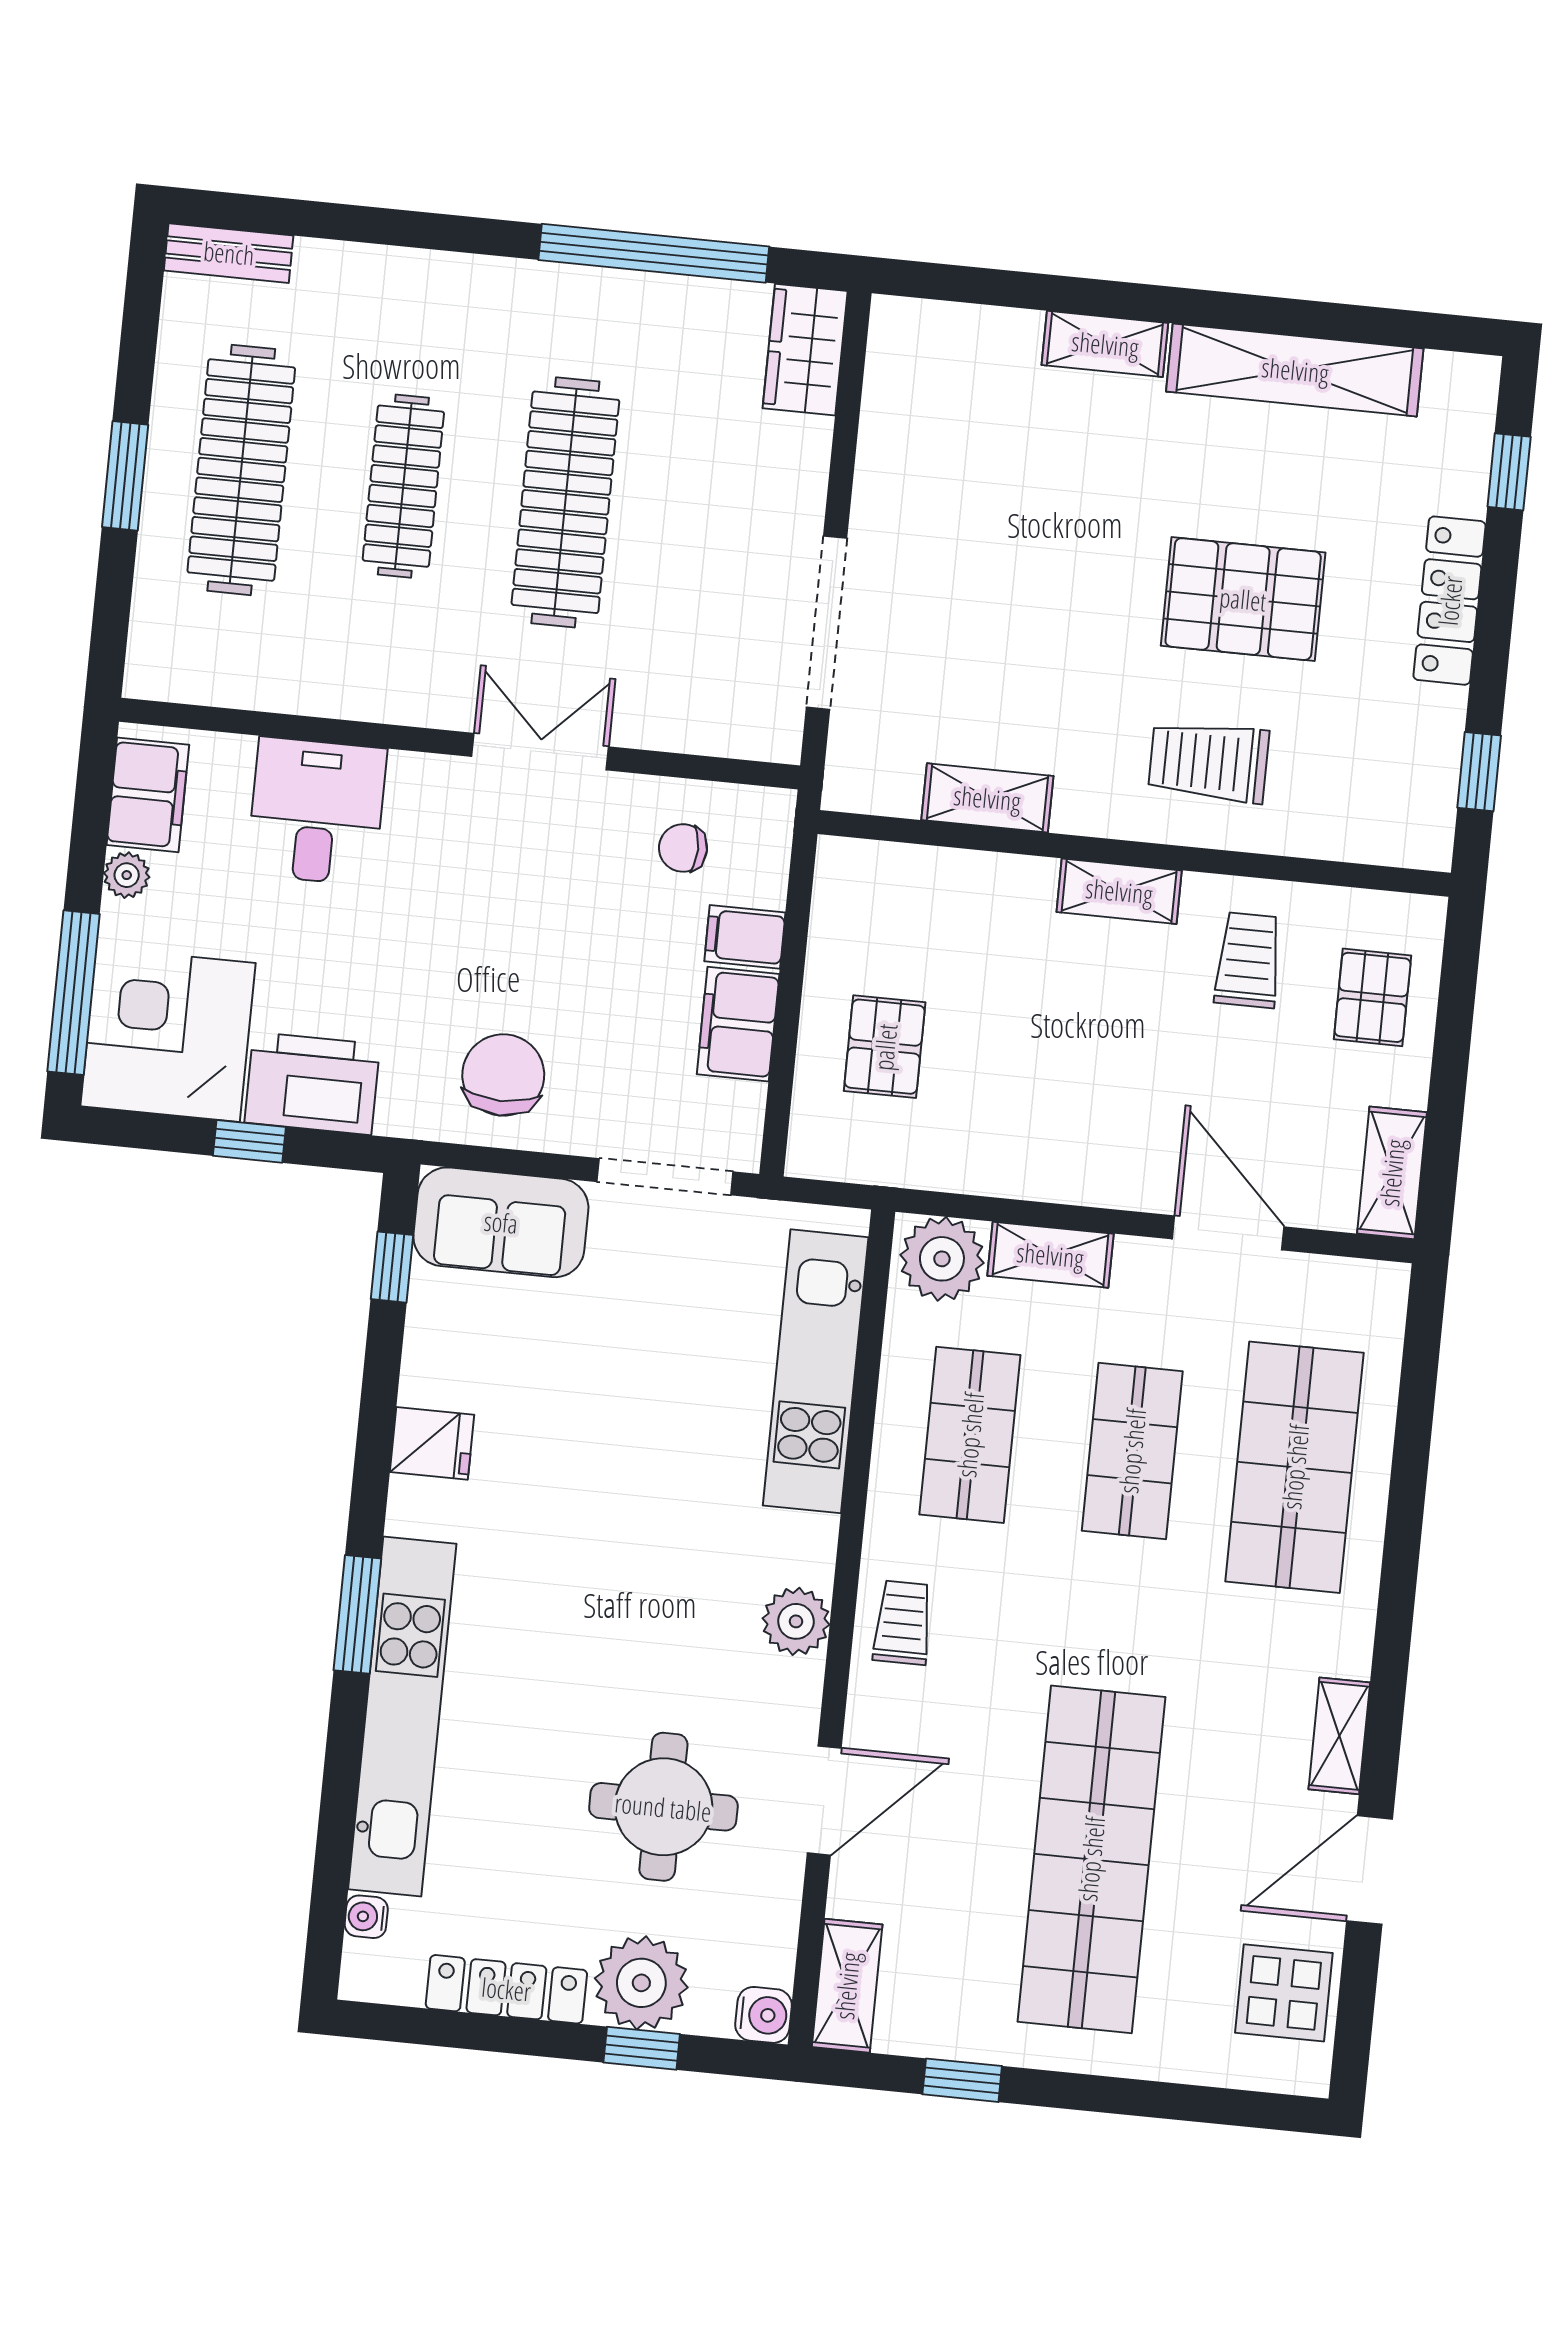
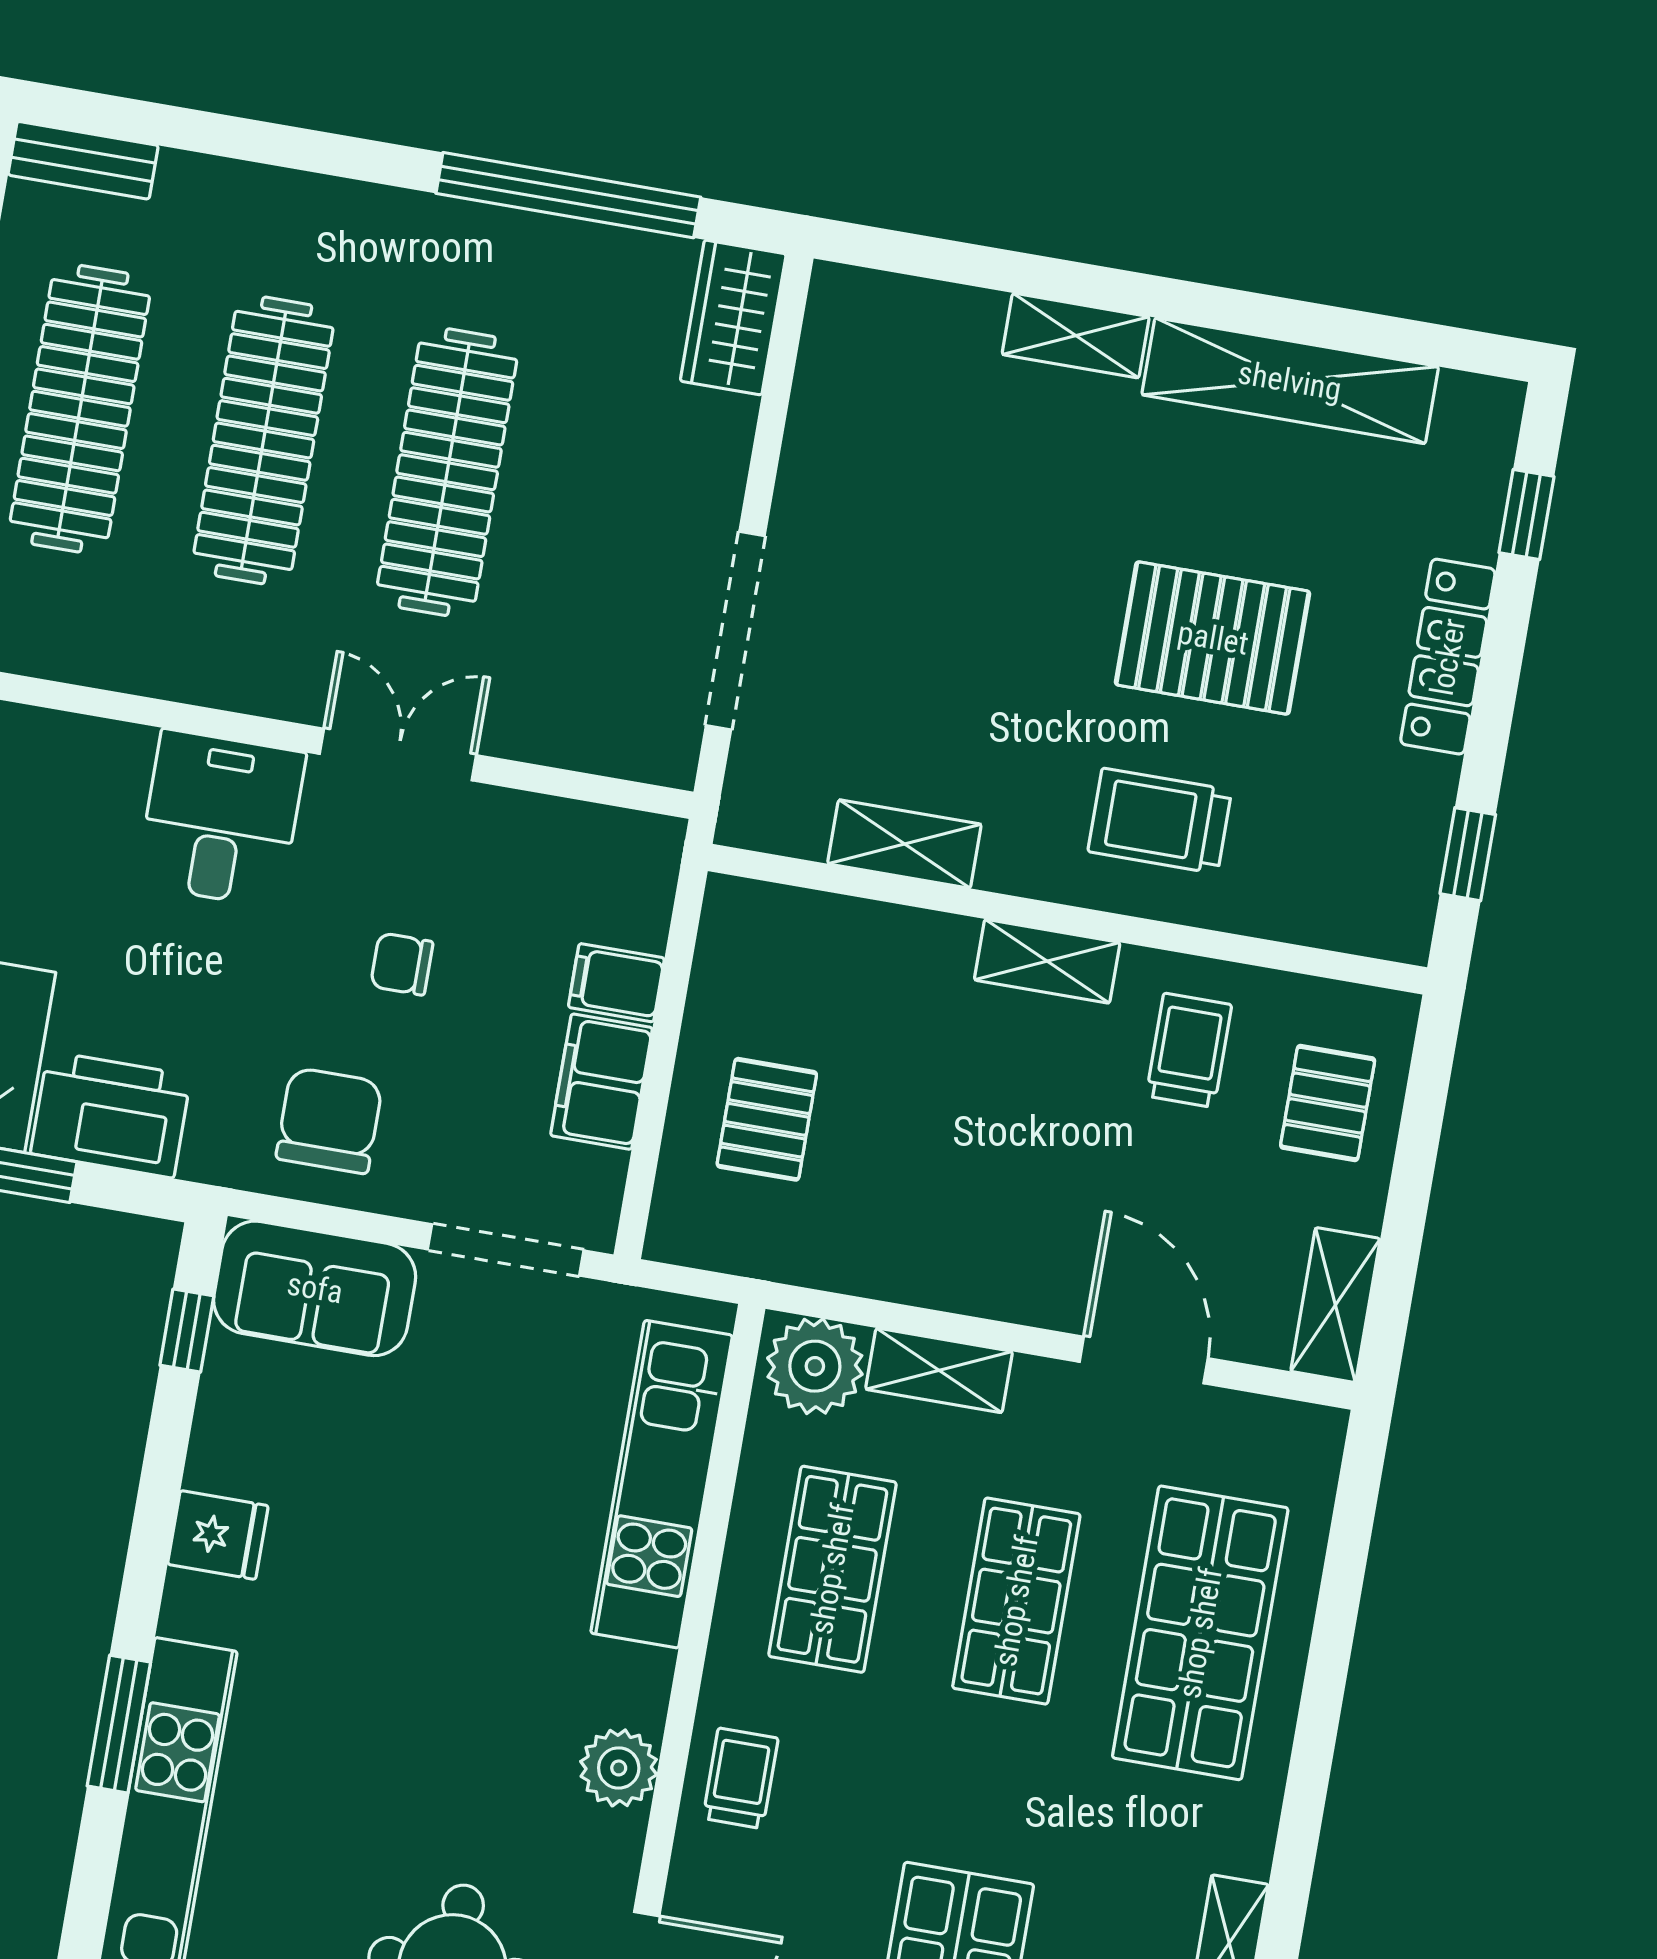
clothes rail: (403, 486) -> (264, 440), width x1.37, depth x1.31
desk: (317, 811) -> (221, 819), moved
chair: (683, 848) -> (402, 964), moved

